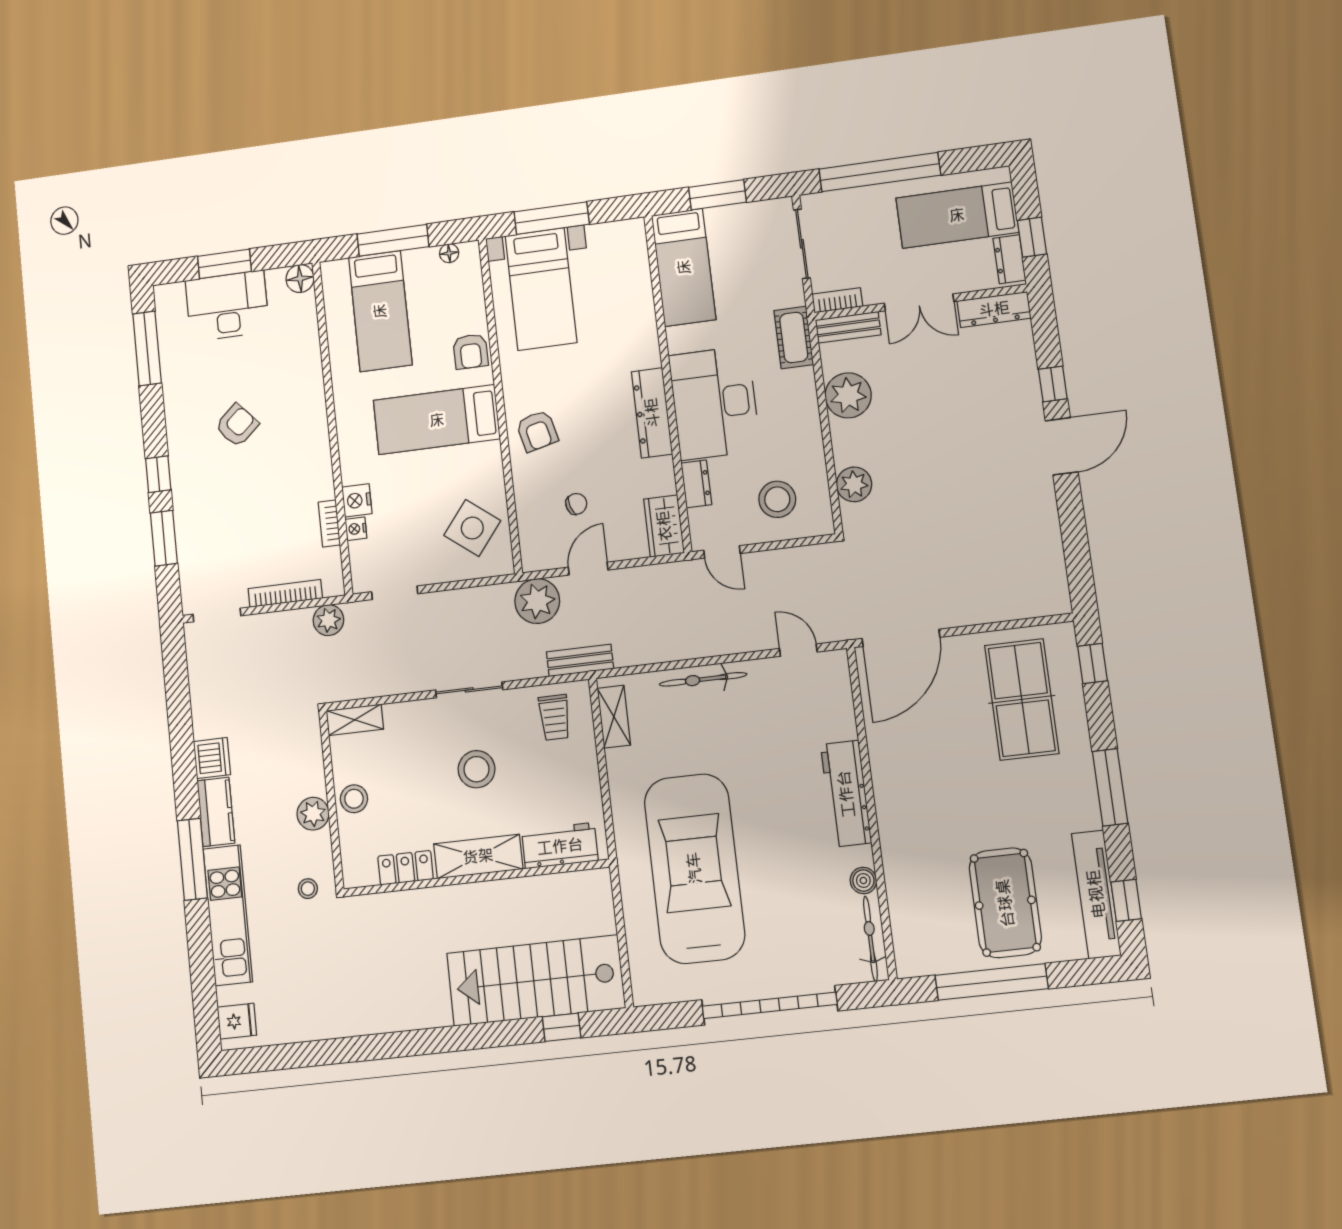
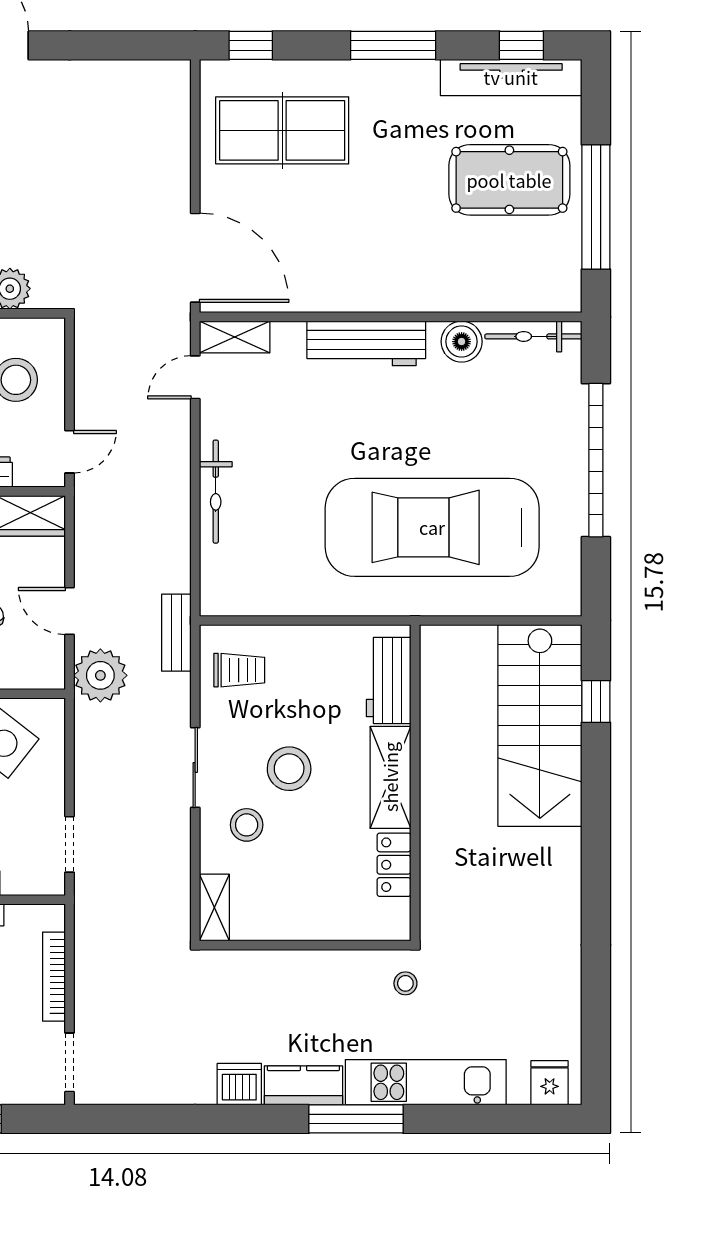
plant: (328, 620) -> (92, 927), removed
shelving: (614, 717) -> (235, 337), moved
stool: (354, 799) -> (247, 825), moved
plant: (313, 814) -> (319, 969), removed
boiler: (863, 881) -> (462, 342), width x1.36, depth x1.36

